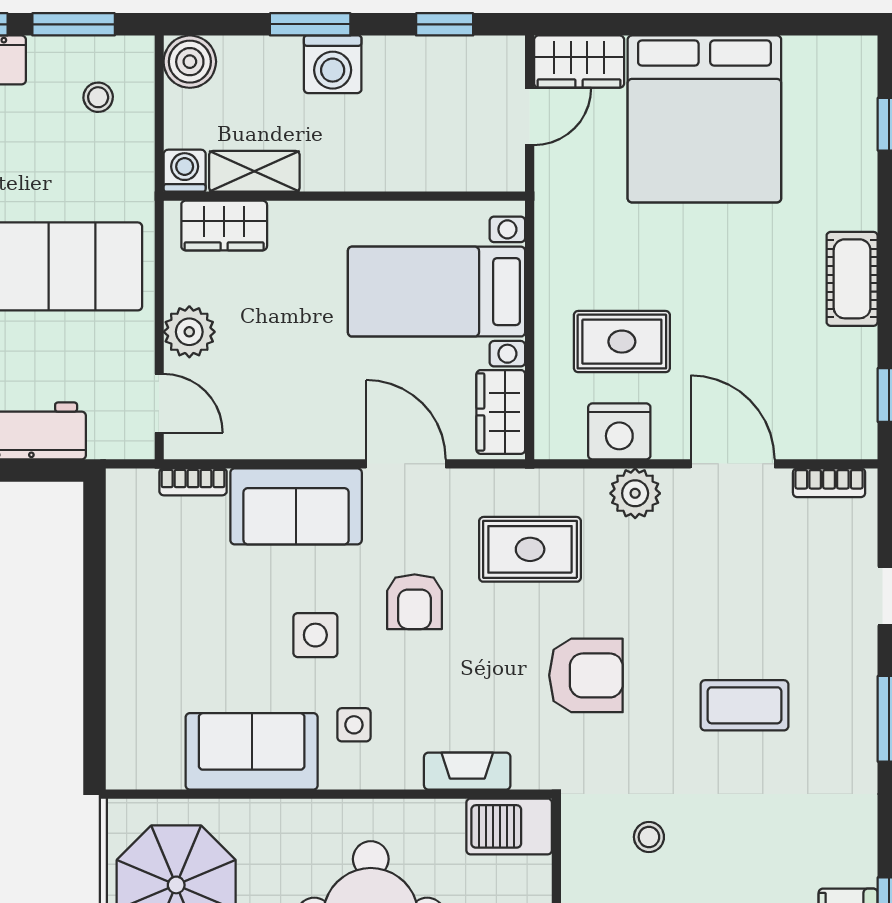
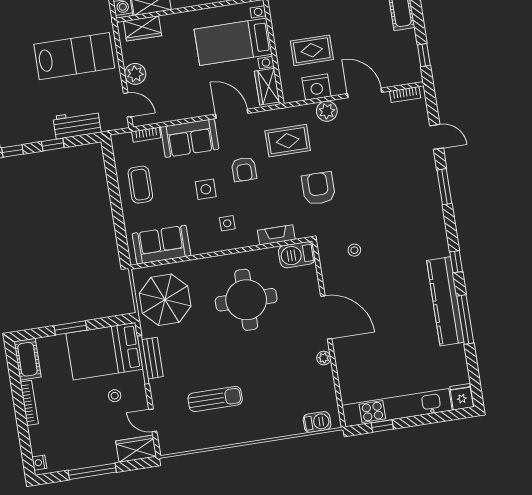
armchair: (586, 675) -> (318, 188), turned -90
coffee table: (744, 705) -> (140, 185), moved, turned 90
sofa: (252, 751) -> (162, 245), moved

